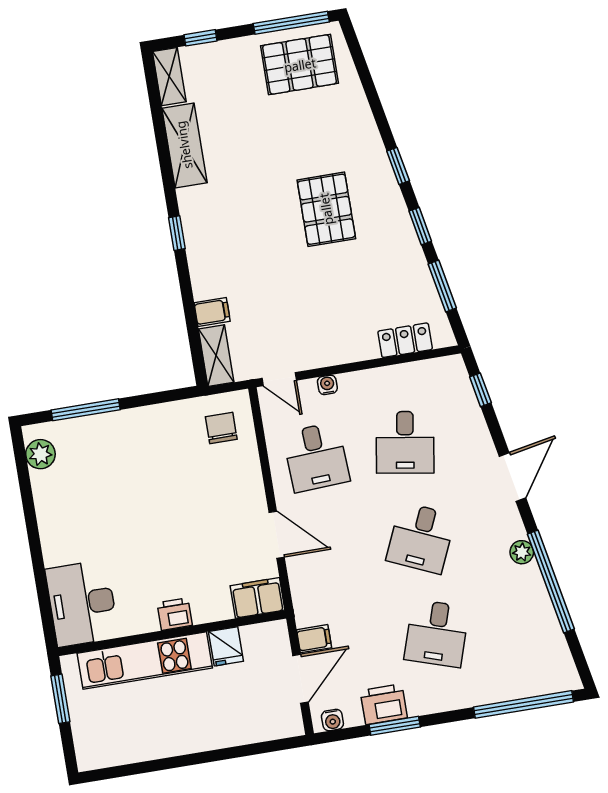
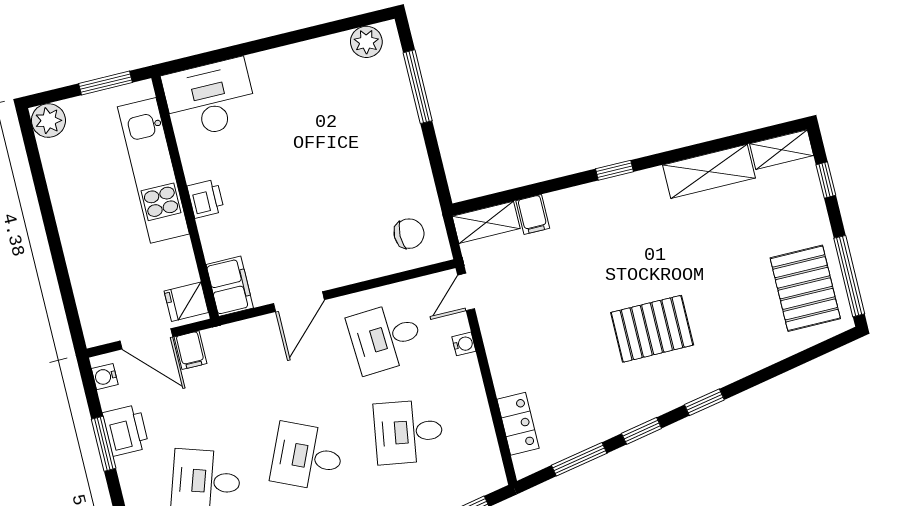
fridge: (226, 646) -> (186, 302), moved
plant: (91, 754) -> (48, 121), added

